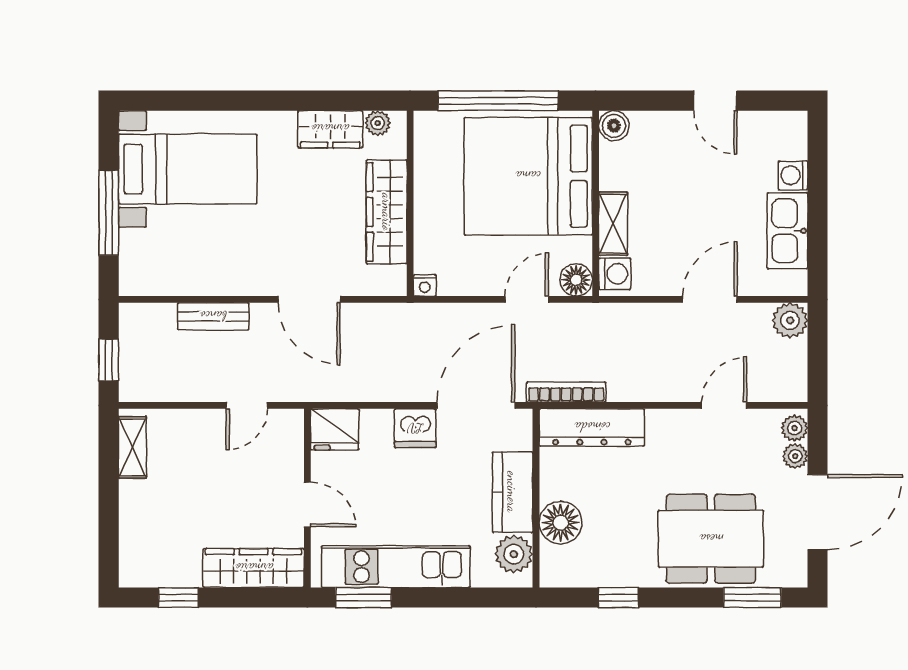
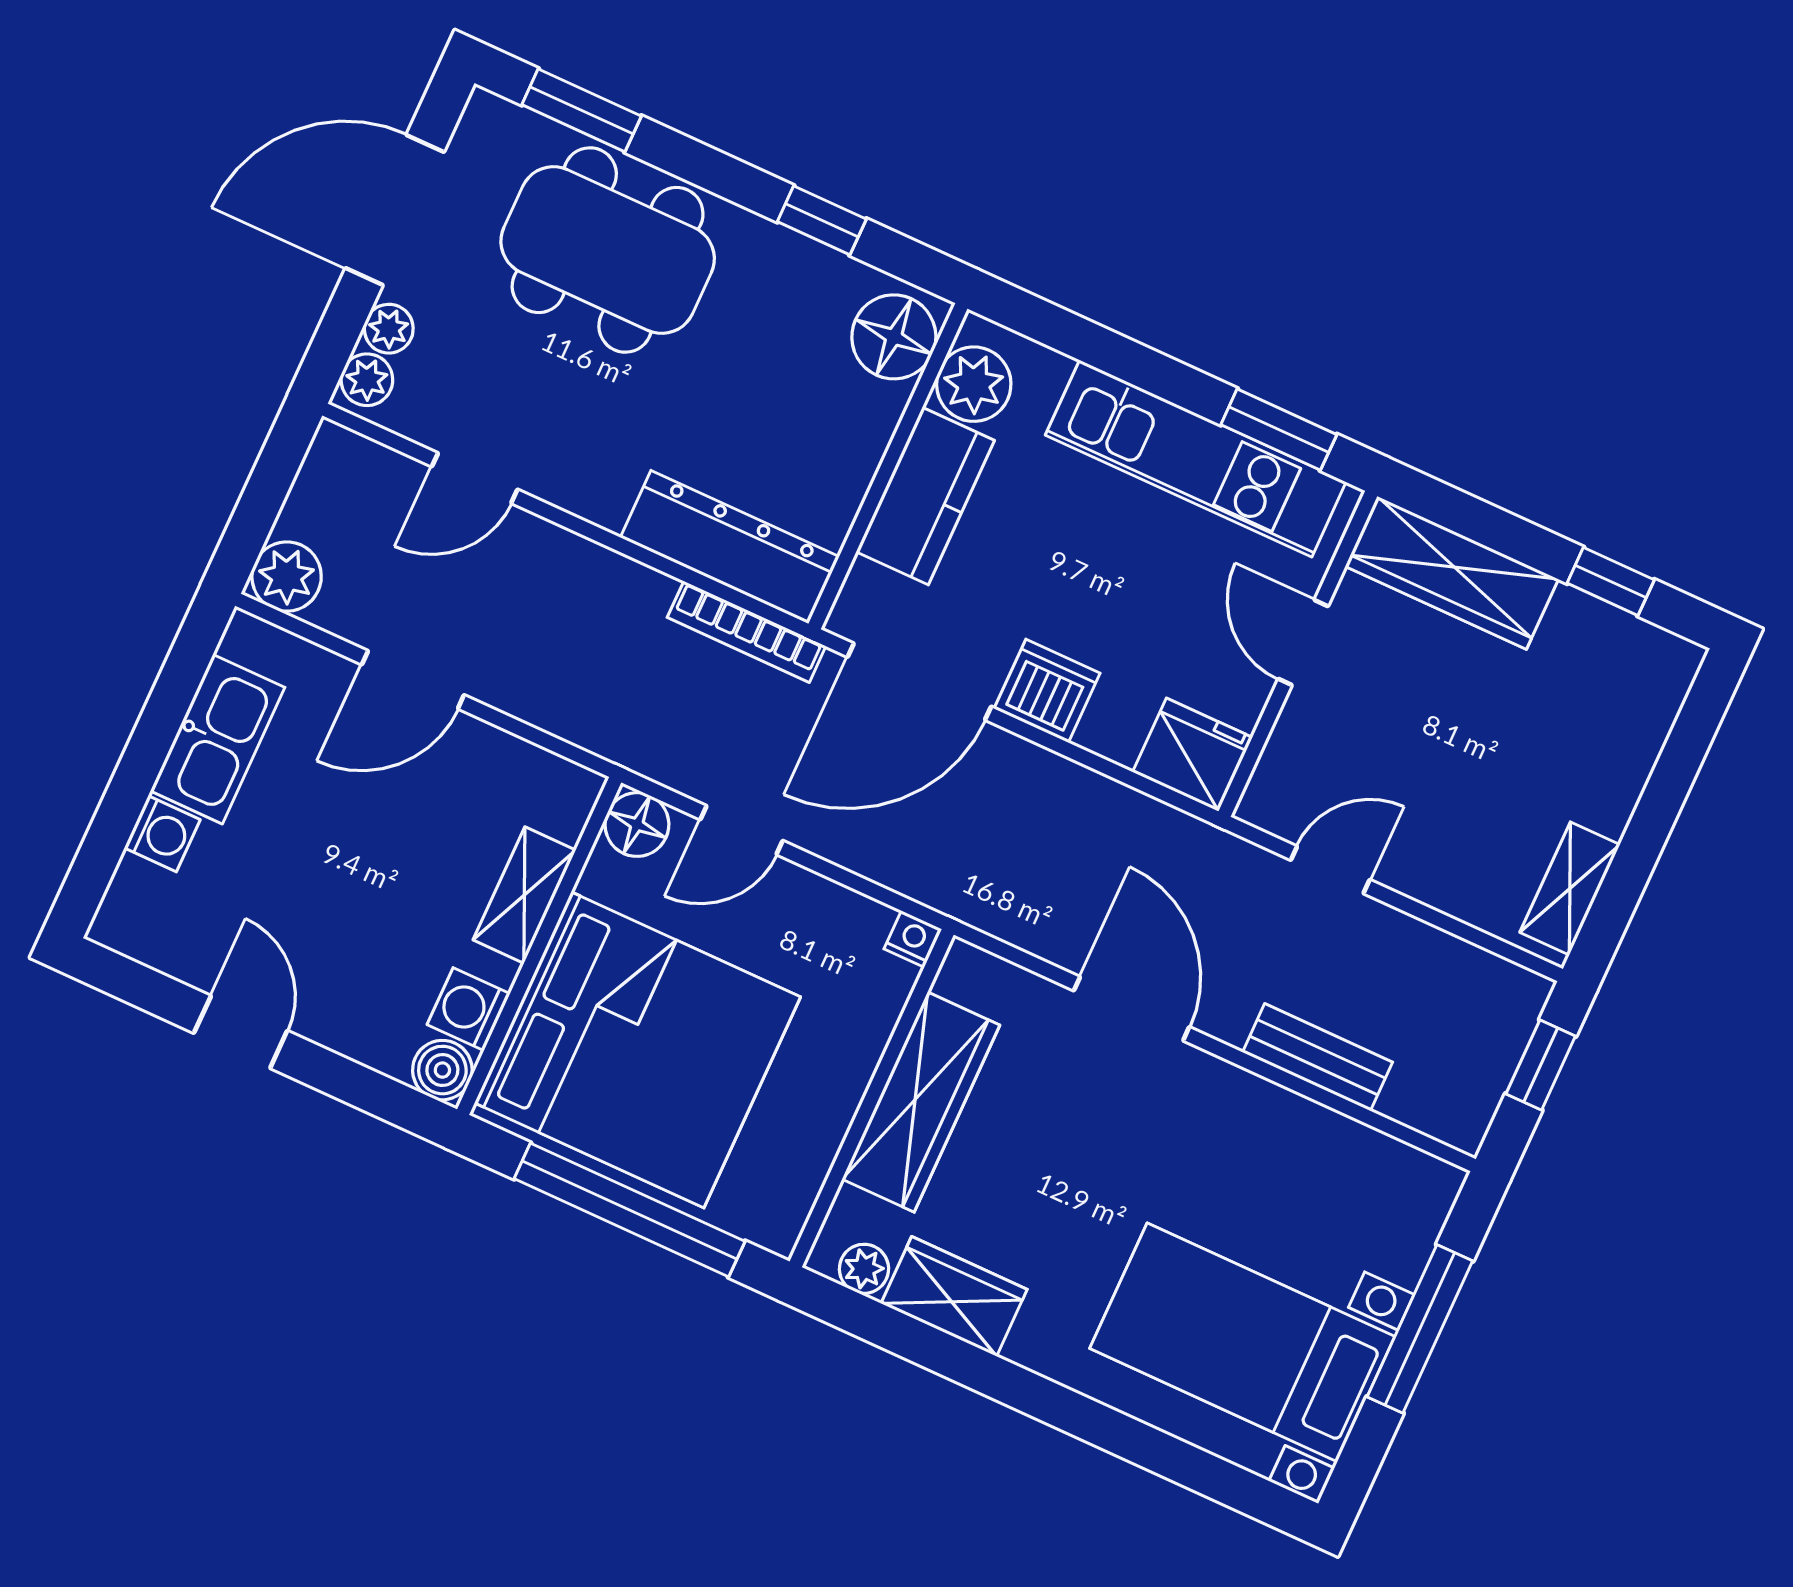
washing machine: (615, 274) -> (469, 1009), moved
floor lamp: (561, 523) -> (894, 337), moved

